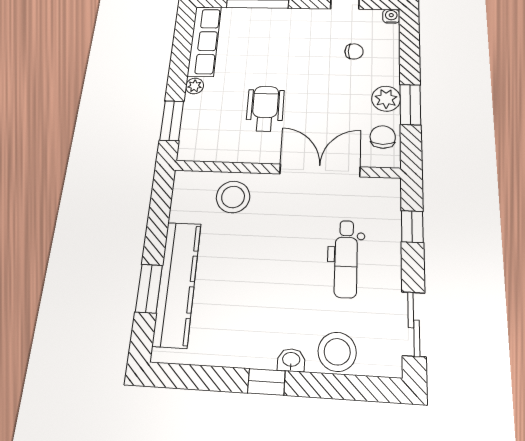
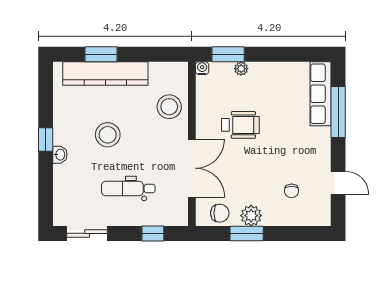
water cooler: (391, 16) -> (202, 68), moved, turned -90
row of seats: (204, 41) -> (320, 94), moved, turned 90
plant: (195, 86) -> (241, 69), moved
stool: (337, 352) -> (108, 135), moved

